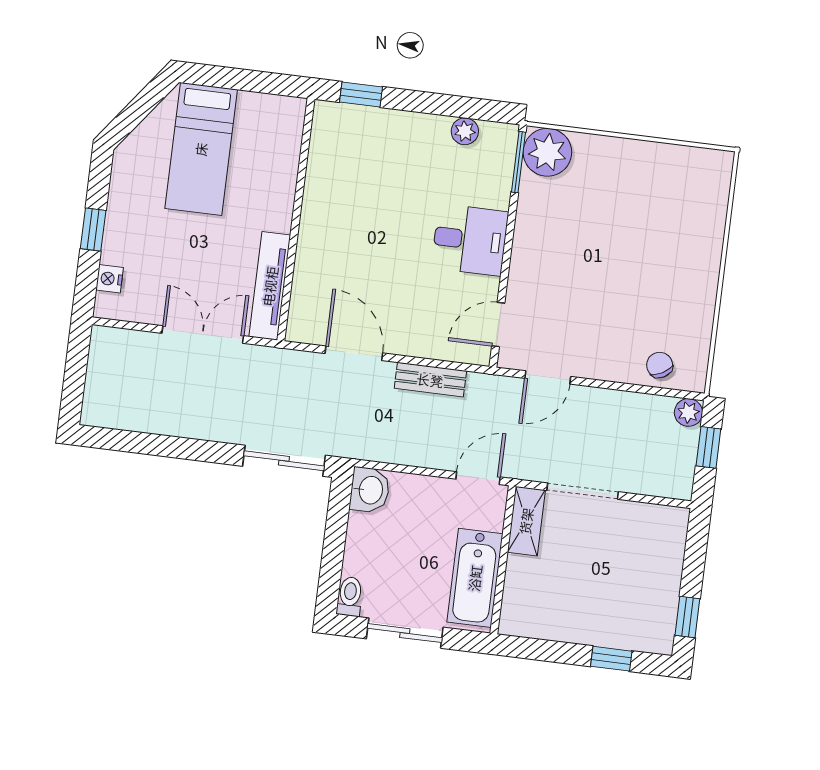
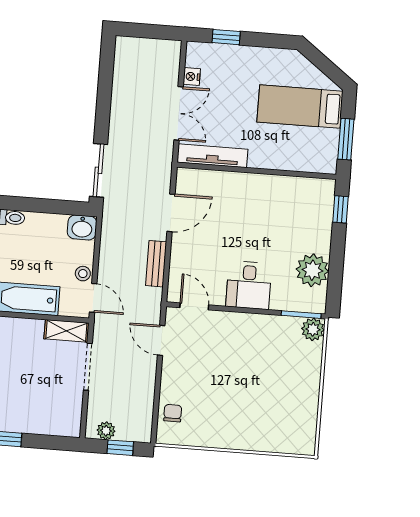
window: (254, 81) -> (346, 139), added
plant: (465, 131) -> (312, 270), width x1.88, depth x1.88
plant: (547, 152) -> (313, 329), width x0.73, depth x0.73
window: (93, 229) -> (226, 37), moved
nightstand: (110, 279) -> (192, 77), moved, turned -90
chair: (660, 365) -> (173, 413), turned -61
plant: (688, 412) -> (106, 431), moved
stool: (440, 492) -> (83, 274), added

